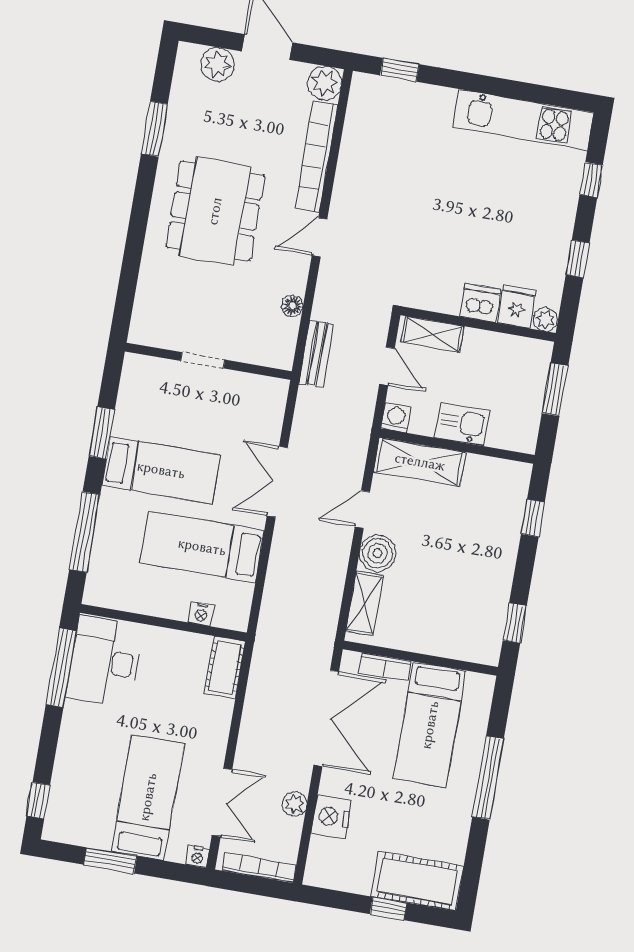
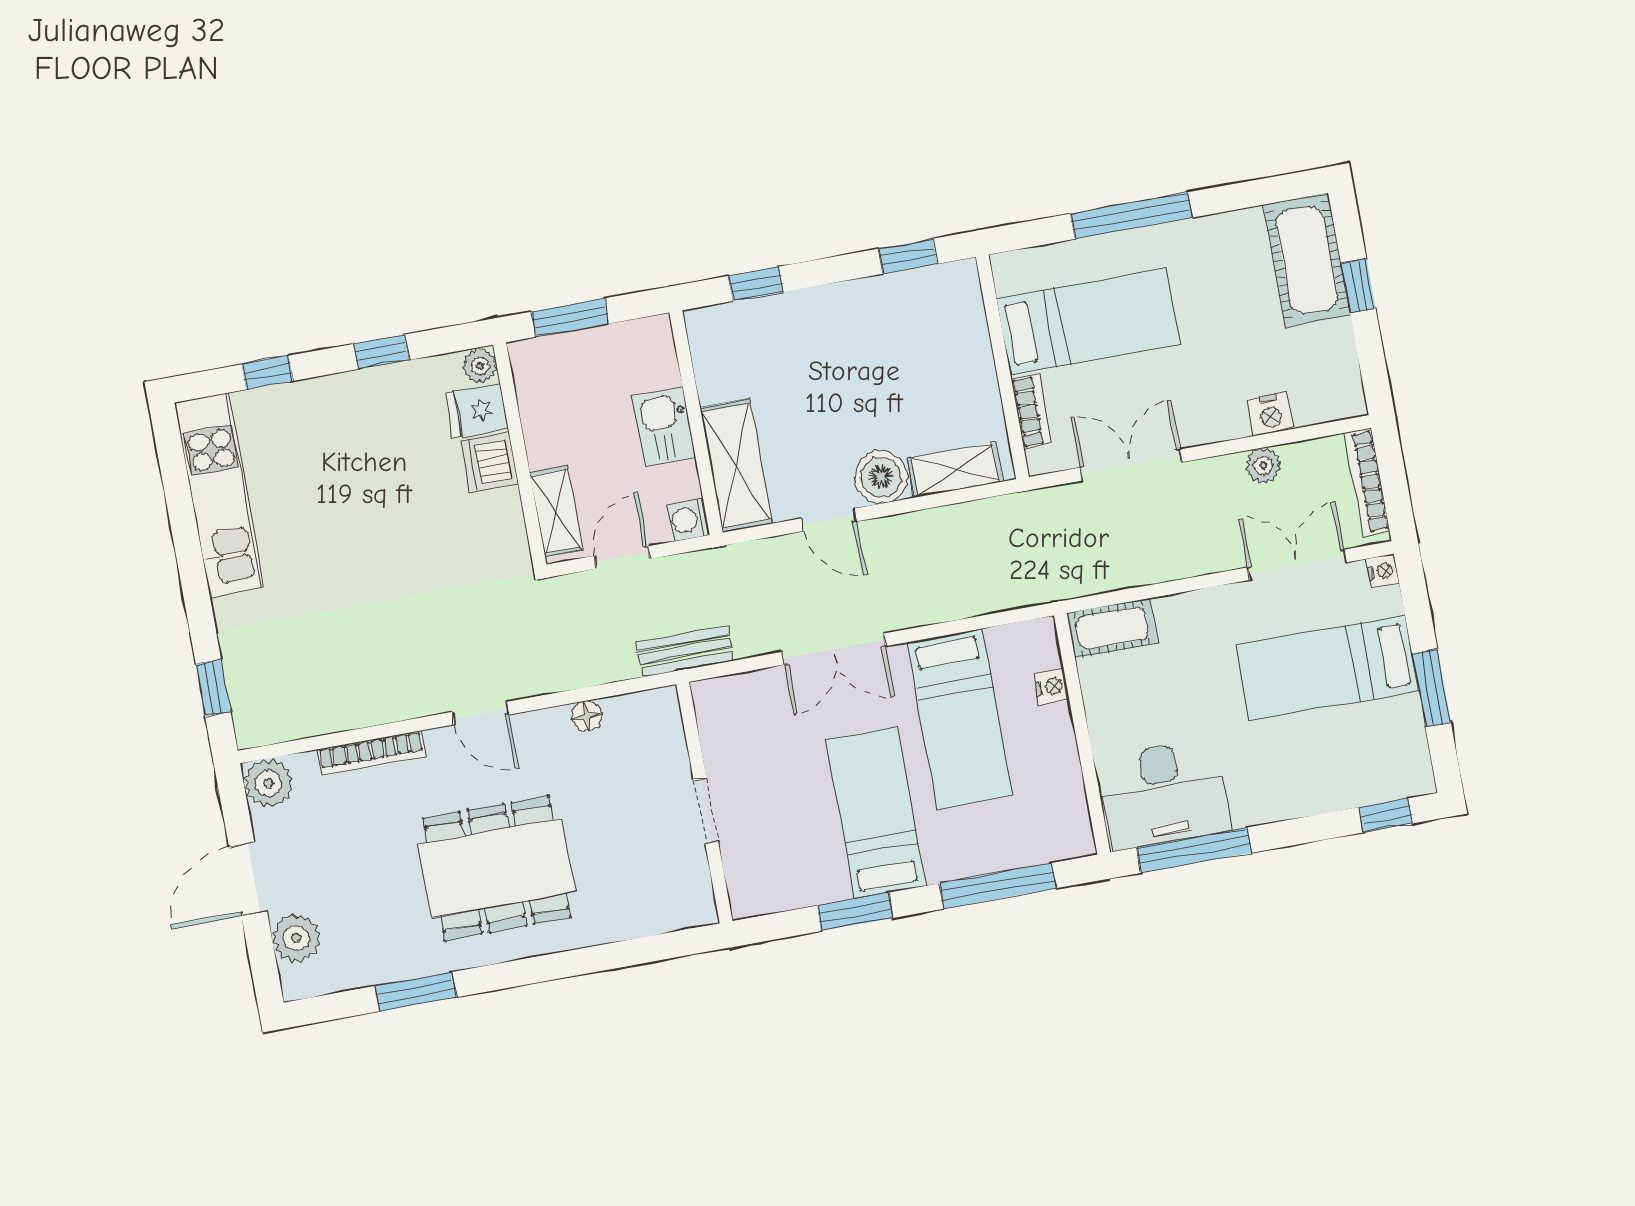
bookcase: (316, 157) -> (372, 753), width x0.68, depth x0.76
bench: (316, 354) -> (685, 652), moved
double door: (326, 718) -> (1131, 465), width x0.73
nightstand: (331, 817) -> (1271, 414), width x0.74, depth x0.75

